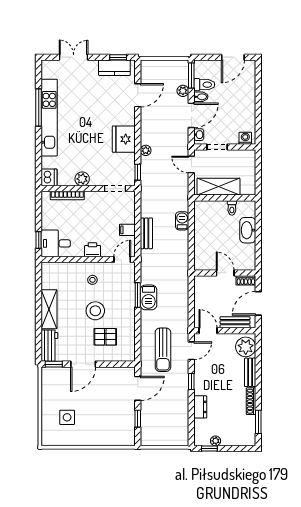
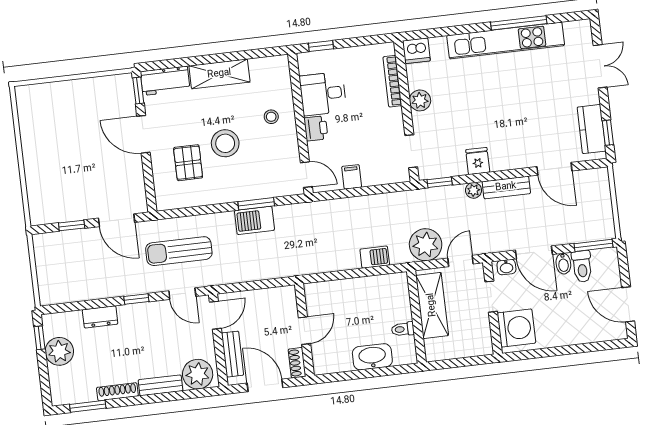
plant: (183, 91) -> (426, 245), moved, width x1.88, depth x1.88
washing machine: (245, 138) -> (516, 328), width x1.89, depth x1.89
fridge: (124, 139) -> (478, 161), width x0.53, depth x0.75
bench: (146, 233) -> (506, 187), moved
desk: (56, 243) -> (323, 94), moved, turned -90
stool: (92, 280) -> (271, 117), moved
side table: (67, 417) -> (61, 120), removed
plant: (216, 441) -> (59, 351), width x1.88, depth x1.88

